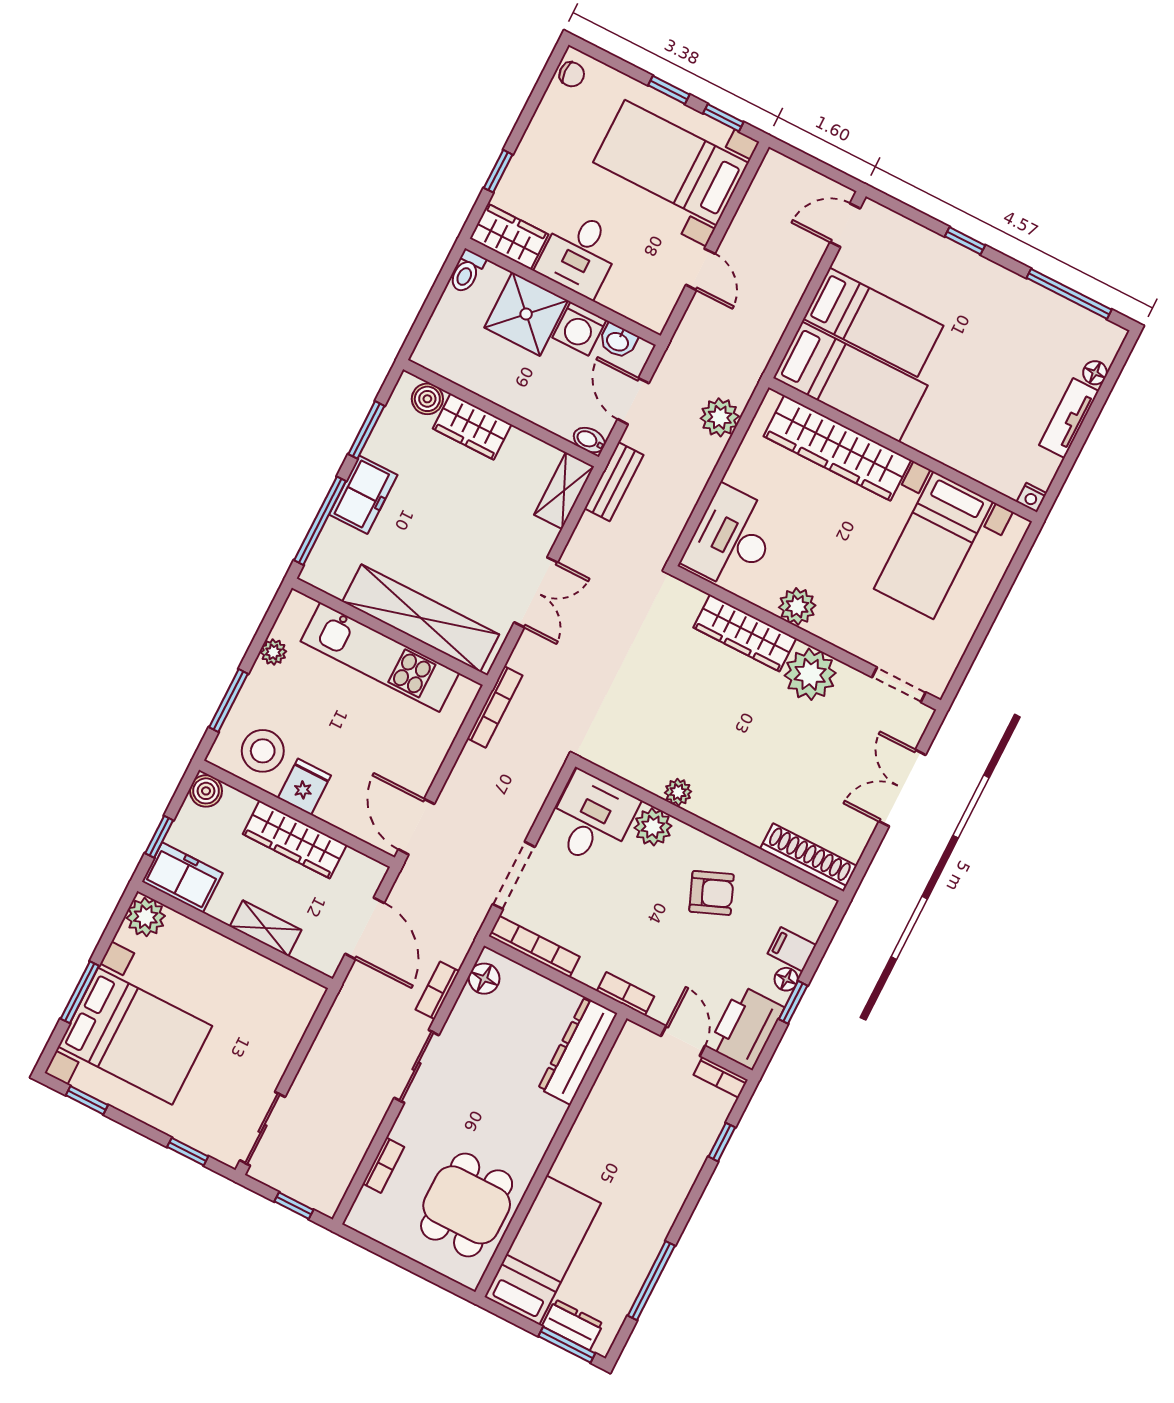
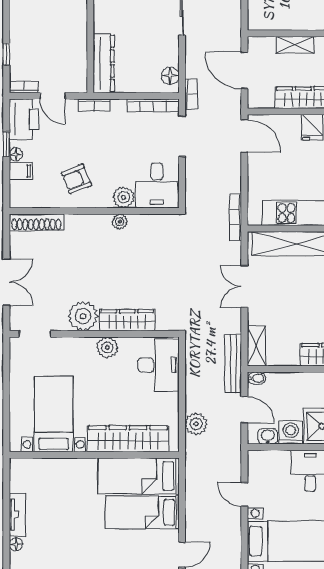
bench: (614, 482) -> (233, 364), width x1.36
nightstand: (1032, 498) -> (16, 464), removed
bookcase: (437, 990) -> (191, 94), moved

